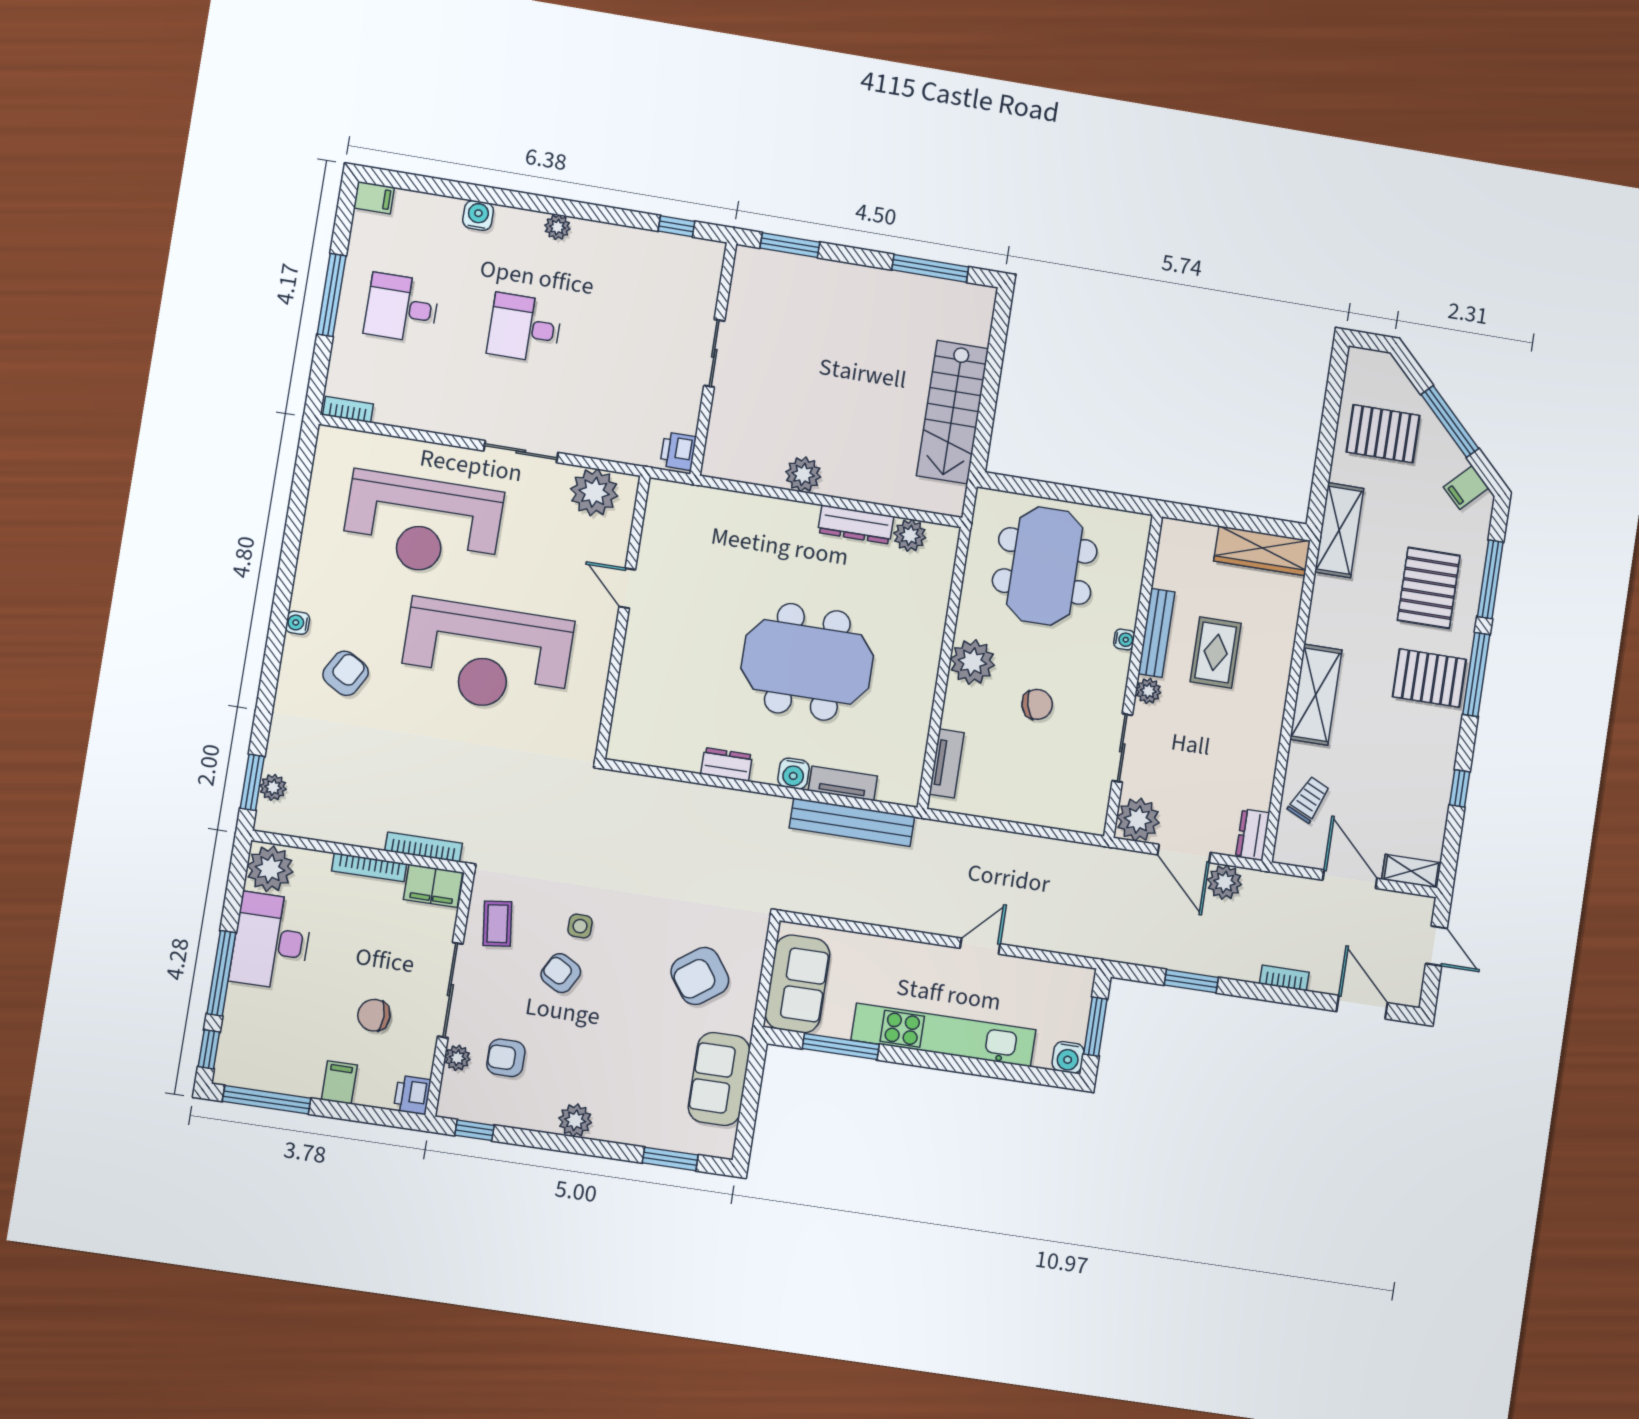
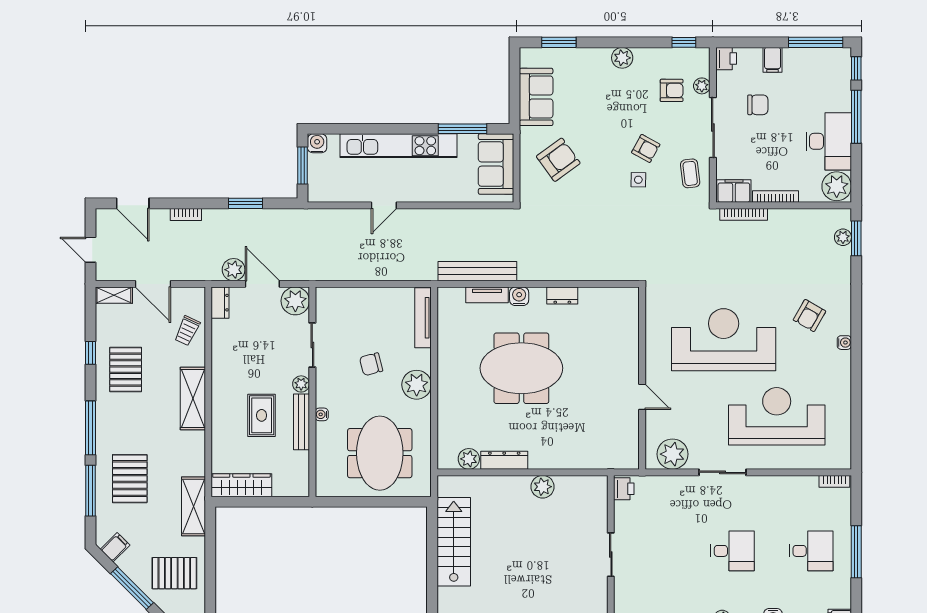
pallet: (1429, 678) -> (126, 370), moved, turned 90
tv unit: (947, 763) -> (423, 318), width x1.41

